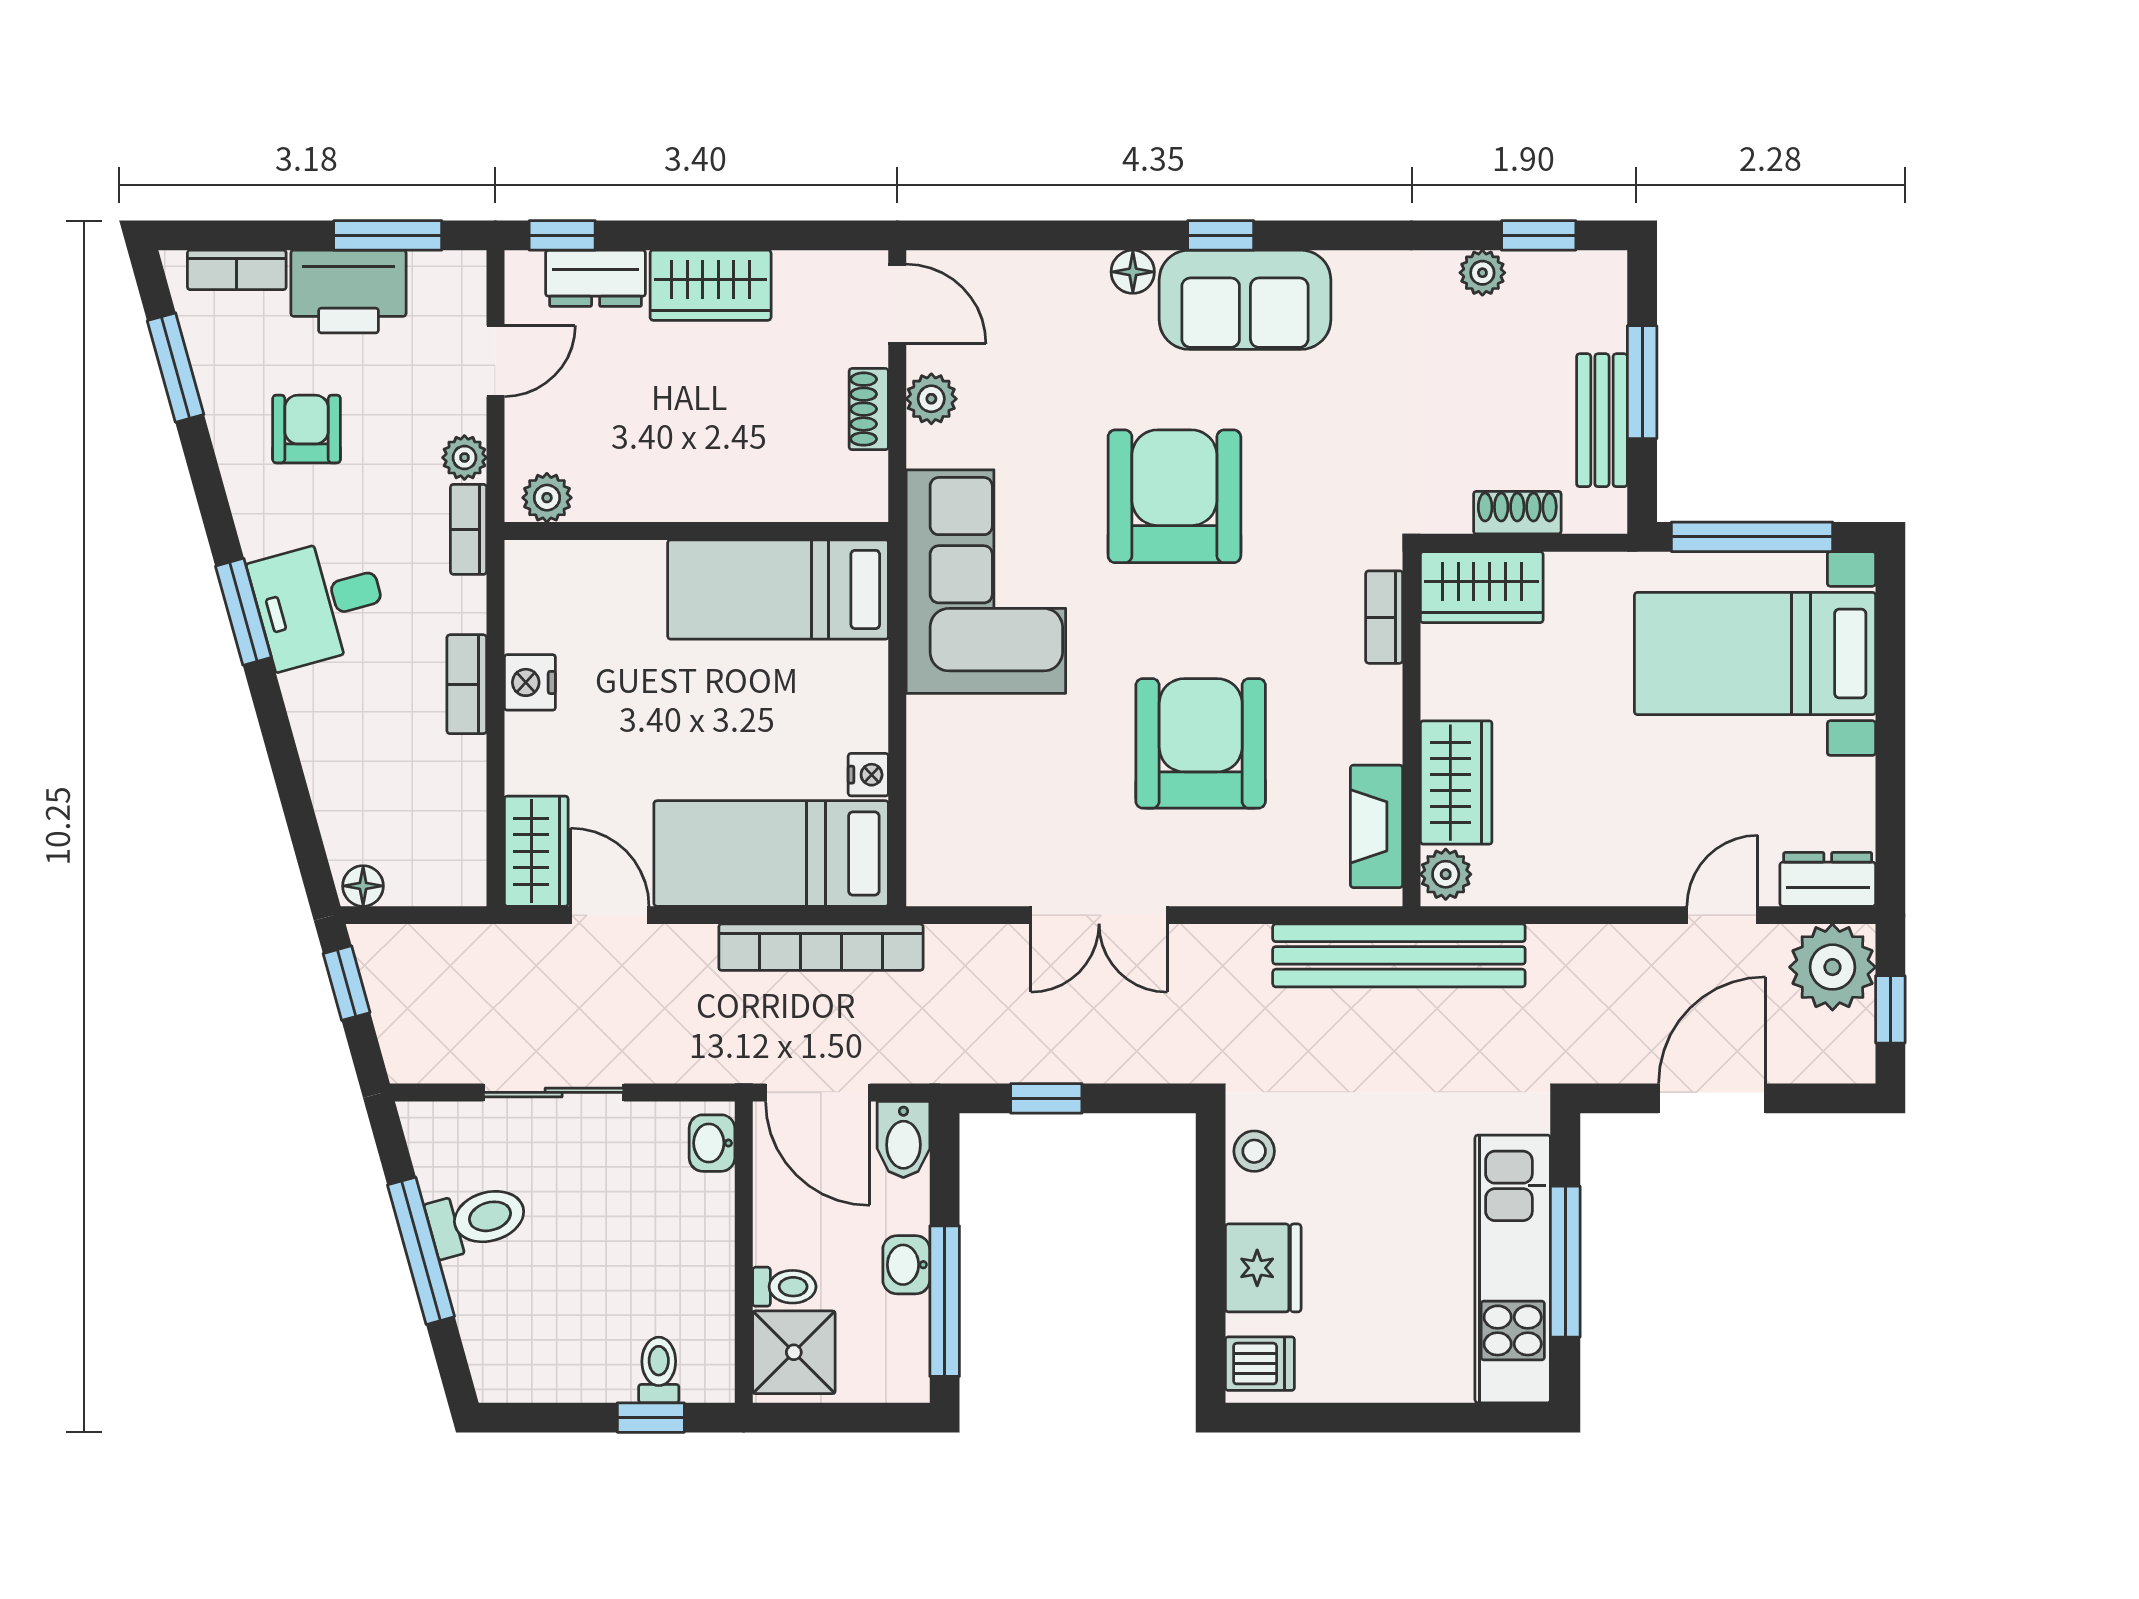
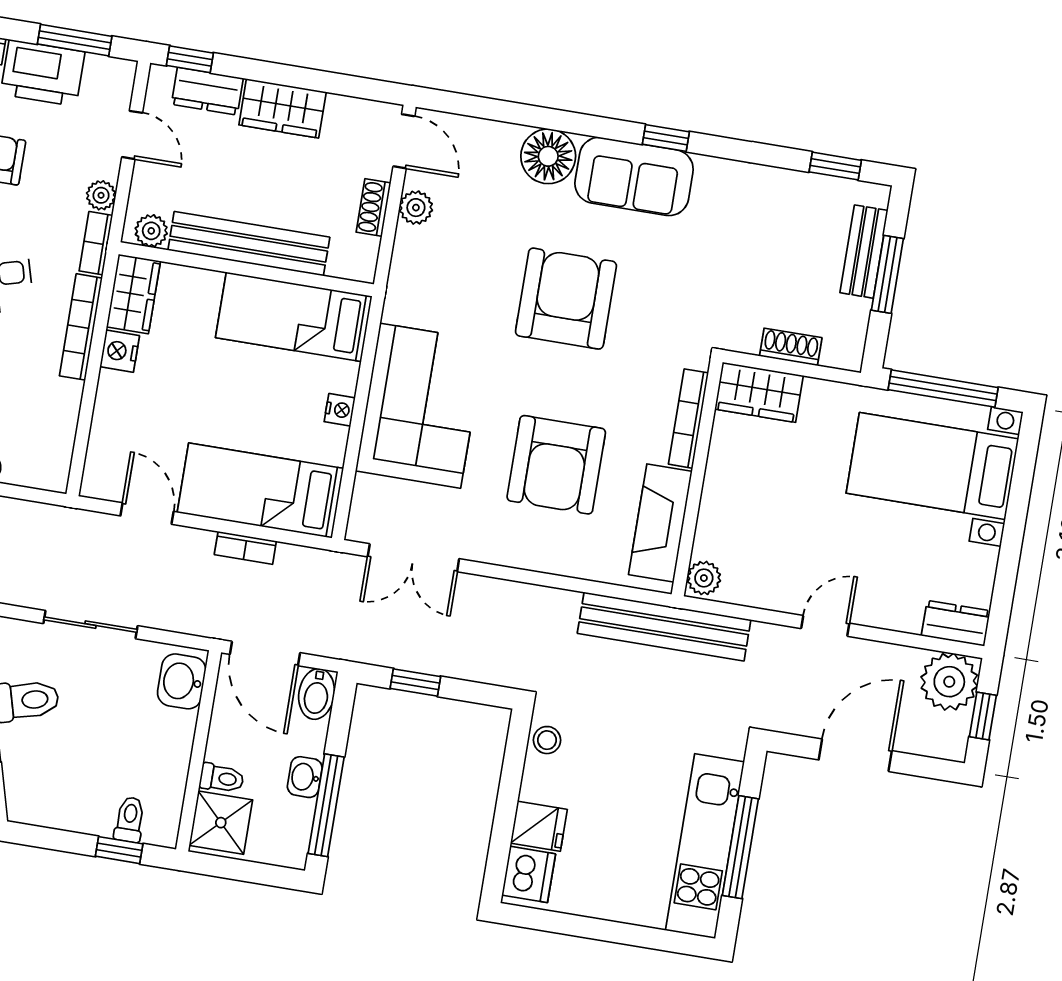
window: (1221, 235) -> (666, 138), moved
floor lamp: (1133, 272) -> (548, 156), width x1.89, depth x1.89
plant: (1482, 273) -> (794, 185), removed
door: (495, 361) -> (132, 135), hinge flipped
bench: (1602, 420) -> (864, 252), moved
bench: (694, 493) -> (249, 244), added
corner sofa: (986, 582) -> (420, 406), moved
bookcase: (1384, 617) -> (689, 419), width x1.56
bookcase: (467, 684) -> (81, 327), width x1.56
armchair: (1201, 743) -> (556, 465), turned 180
nightstand: (868, 775) -> (340, 410), moved
wardrobe: (1456, 783) -> (721, 519), removed
fireplace: (1377, 826) -> (660, 523), width x1.37, depth x1.32
wardrobe: (536, 851) -> (133, 294), moved
double door: (1099, 915) -> (413, 558), moved
door: (1722, 915) -> (825, 626), moved
bookcase: (821, 947) -> (245, 548), width x0.43, depth x0.76
washbasin: (712, 1143) -> (182, 681), width x1.38, depth x1.45
fridge: (1263, 1268) -> (539, 826), width x0.72
dishwasher: (1260, 1364) -> (529, 874), width x1.38

